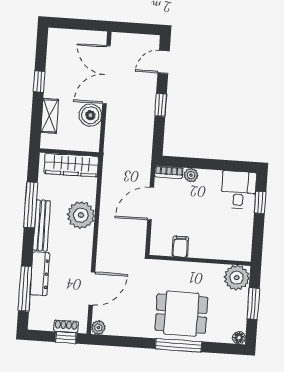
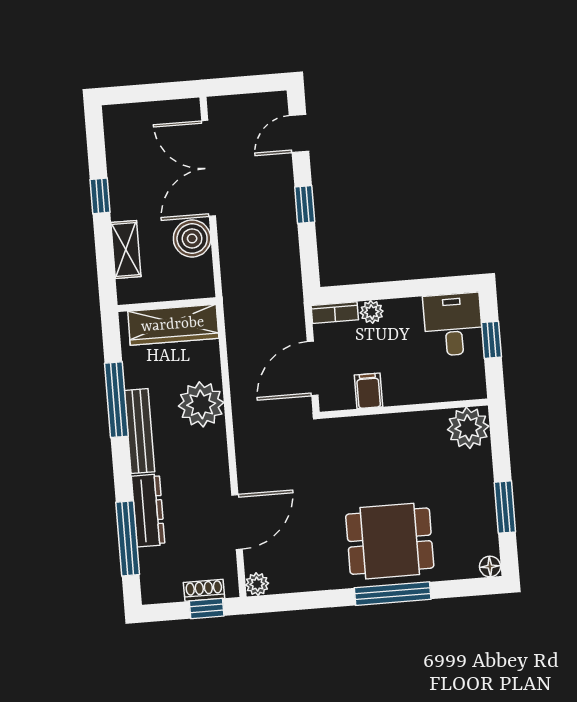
filing cabinet: (180, 247) -> (368, 391), moved
wall: (200, 260) -> (404, 409), moved
plant: (237, 278) -> (468, 428), moved

